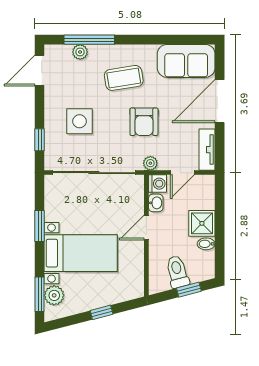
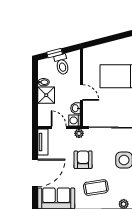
door: (182, 173) -> (59, 127), hinge flipped
door: (146, 228) -> (82, 93), hinge flipped
window: (102, 312) -> (110, 39), removed

